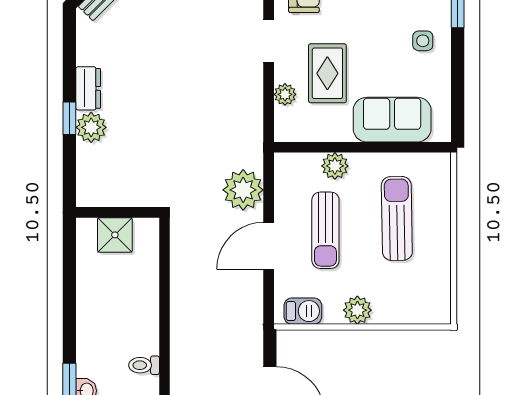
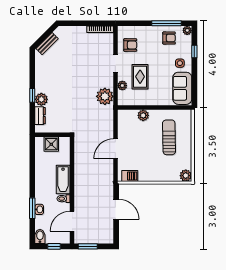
dresser: (88, 88) -> (40, 116), moved
sofa: (392, 120) -> (182, 88), moved, turned -90
plant: (243, 190) -> (105, 96), moved
sun lounger: (325, 230) -> (139, 142), removed
plant: (357, 310) -> (186, 176), moved
bathtub: (143, 319) -> (63, 179), added

